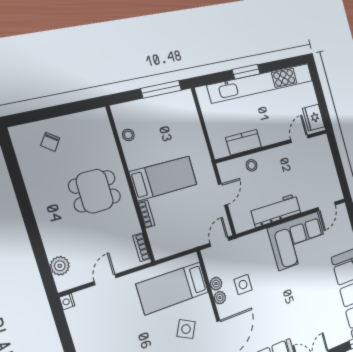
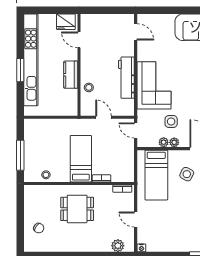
window: (161, 89) -> (20, 155), moved
kitchen counter: (244, 142) -> (71, 75), moved
dining table: (95, 191) -> (77, 209), turned 90
corner sofa: (298, 241) -> (154, 85), moved

